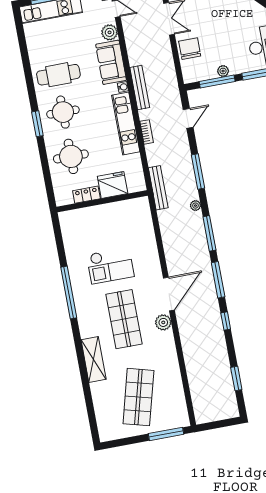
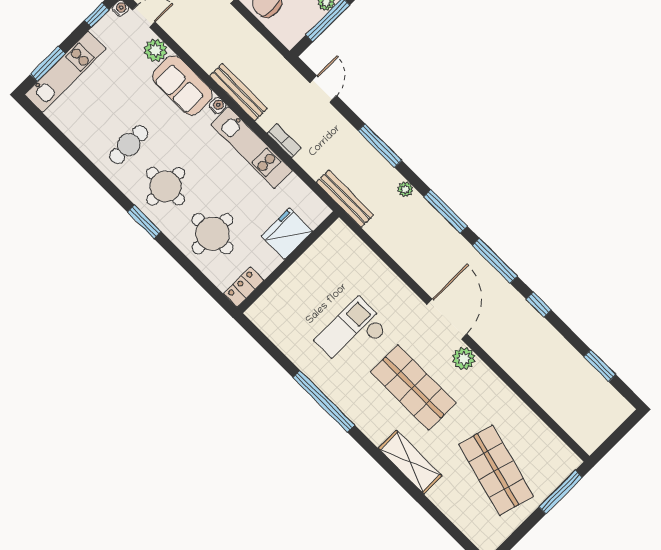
cafe table: (58, 75) -> (129, 145), width x0.73, depth x0.74
locker: (86, 195) -> (244, 287), moved
checkout: (110, 266) -> (352, 334), turned 180

